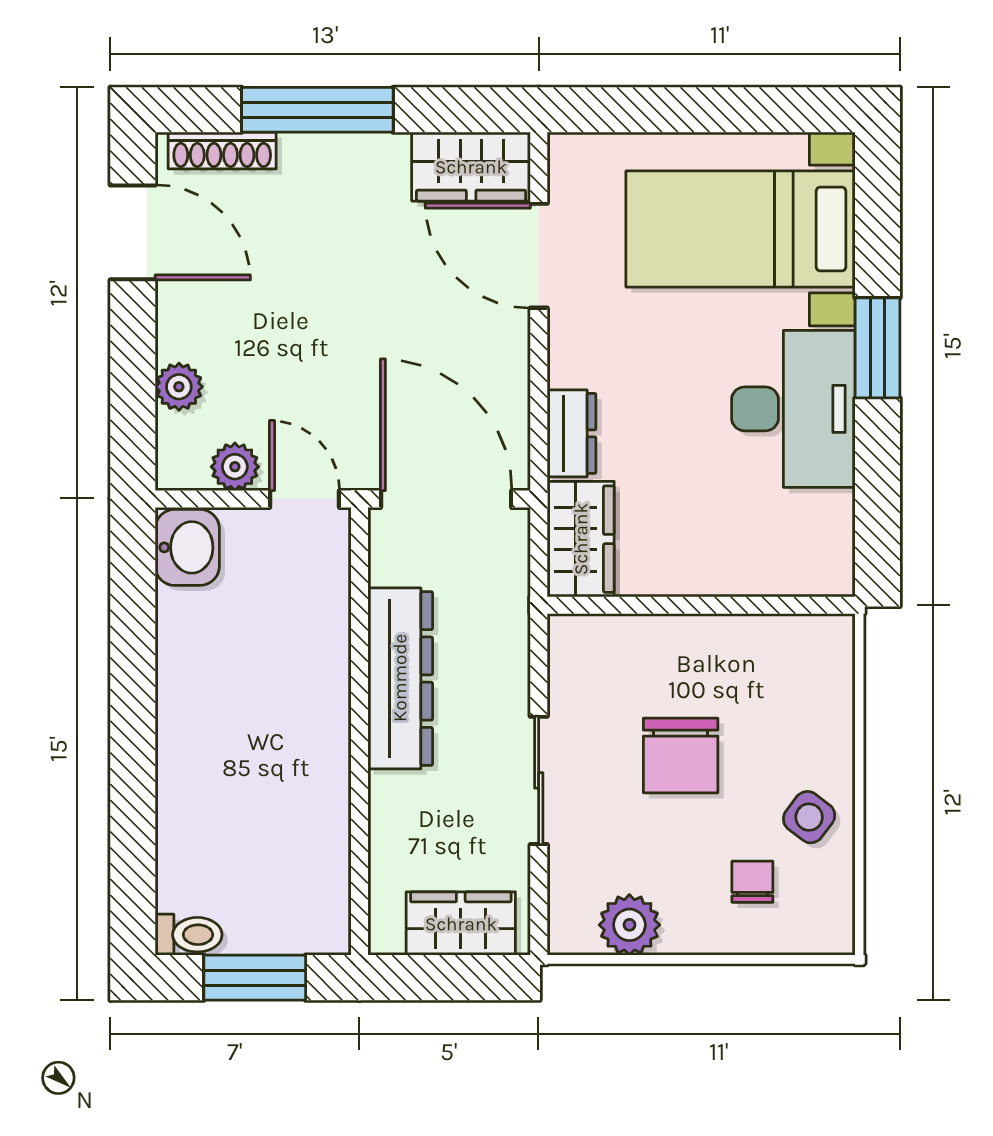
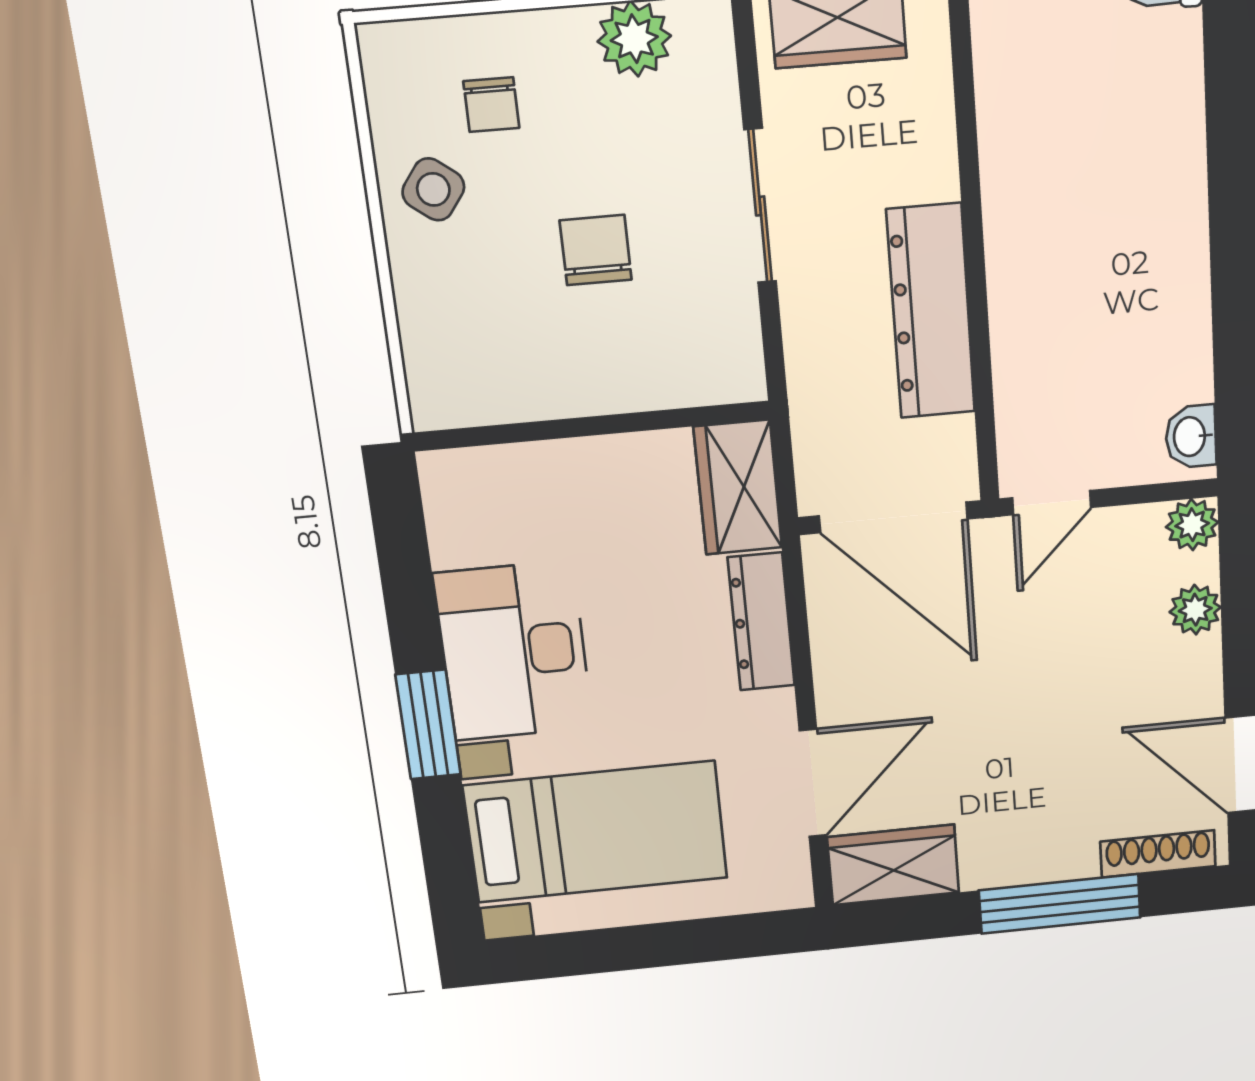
door: (539, 256) -> (813, 783), hinge flipped
dresser: (572, 433) -> (761, 622), width x1.44
plant: (235, 467) -> (1192, 525), moved
door: (305, 499) -> (1052, 503), hinge flipped
washbasin: (187, 547) -> (1191, 437), width x0.72, depth x0.69
chair: (681, 756) -> (596, 250), width x0.73, depth x0.73

